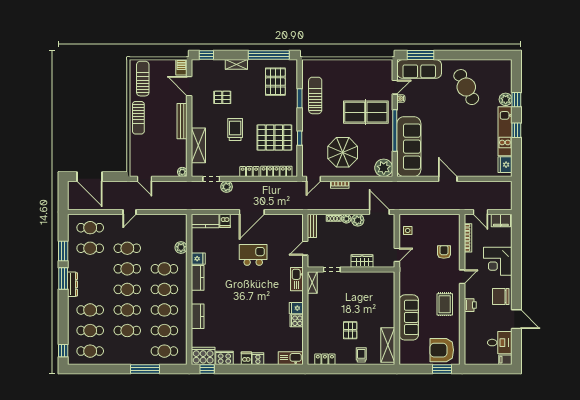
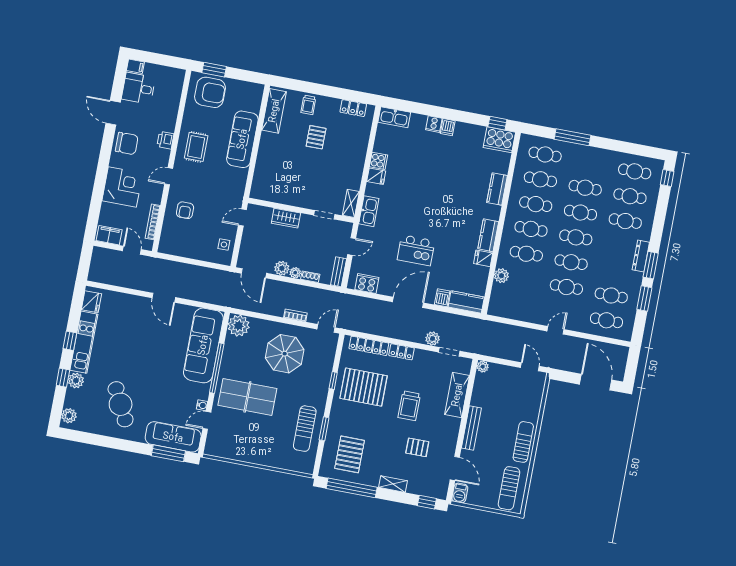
plant: (506, 70) -> (69, 416), added
cooker: (224, 358) -> (367, 283), moved, turned 180

